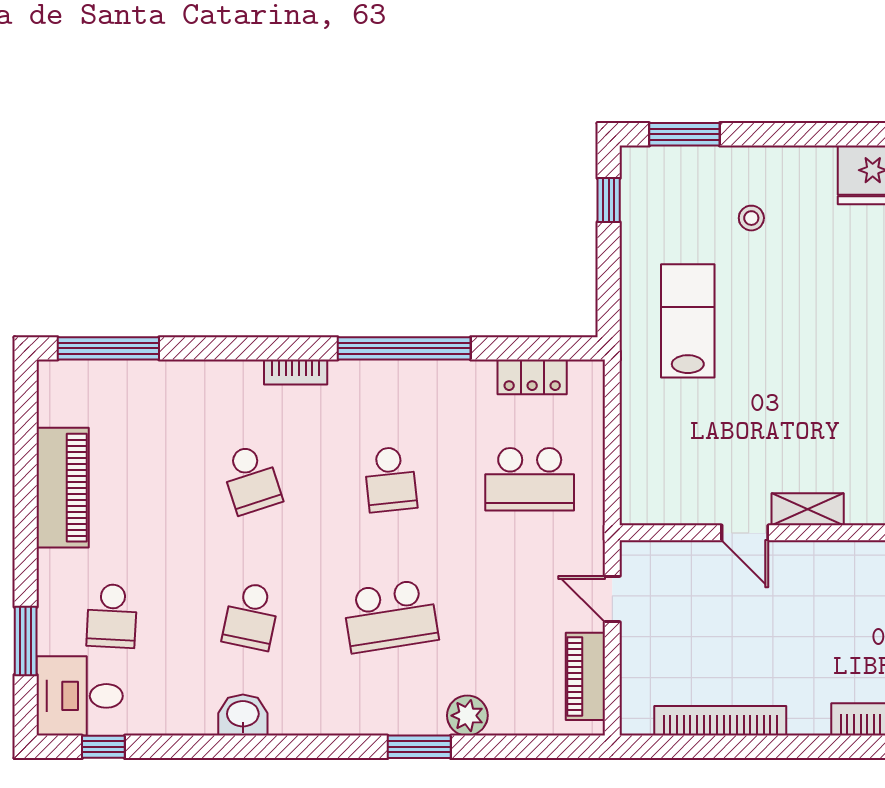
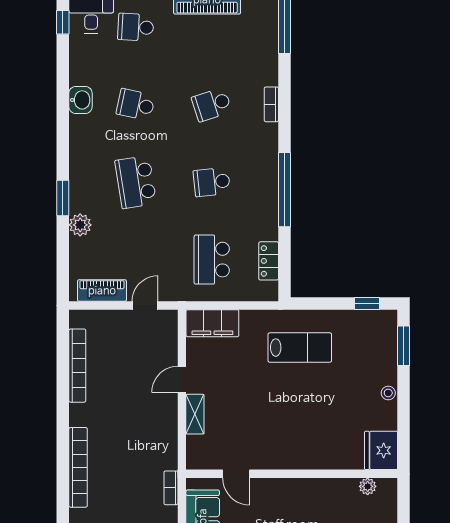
stool: (751, 218) -> (388, 393), moved
bookcase: (296, 372) -> (271, 104), moved
filing cabinet: (644, 478) -> (212, 323), added

